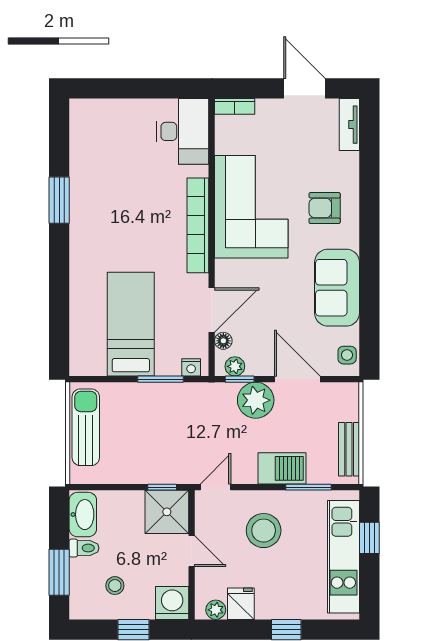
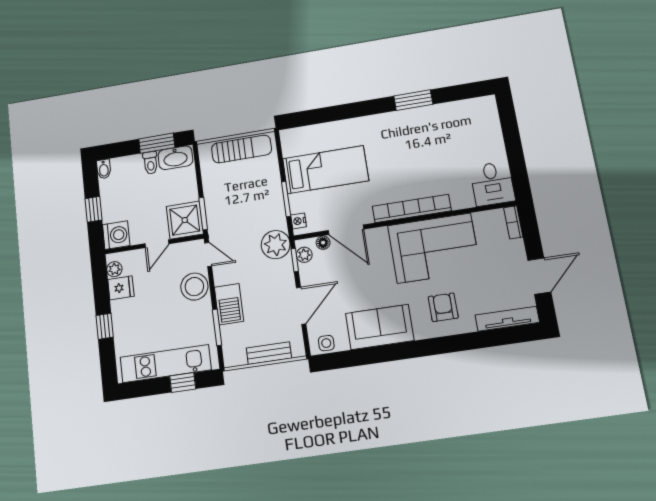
tv unit: (349, 125) -> (507, 319), width x1.41
desk: (183, 131) -> (492, 184), width x0.73
plant: (256, 400) -> (276, 245), moved
bench: (349, 449) -> (269, 353), moved
window: (162, 487) -> (203, 214), width x1.50
stool: (264, 531) -> (194, 287), moved
window: (59, 572) -> (157, 143), moved
stool: (115, 586) -> (125, 190), removed
bidet: (82, 611) -> (104, 169), added

